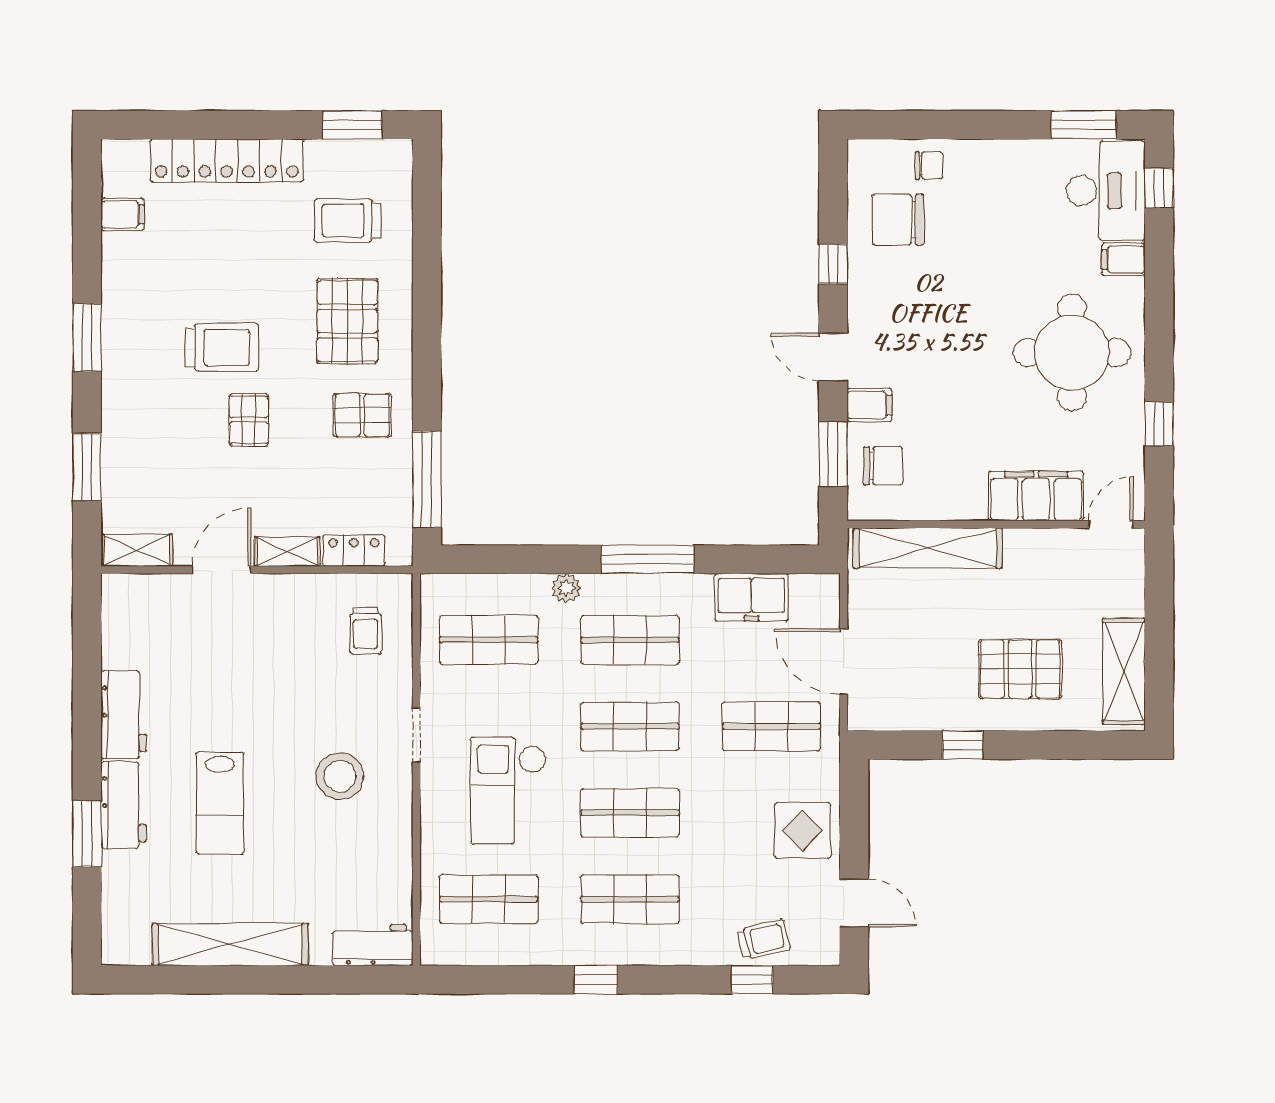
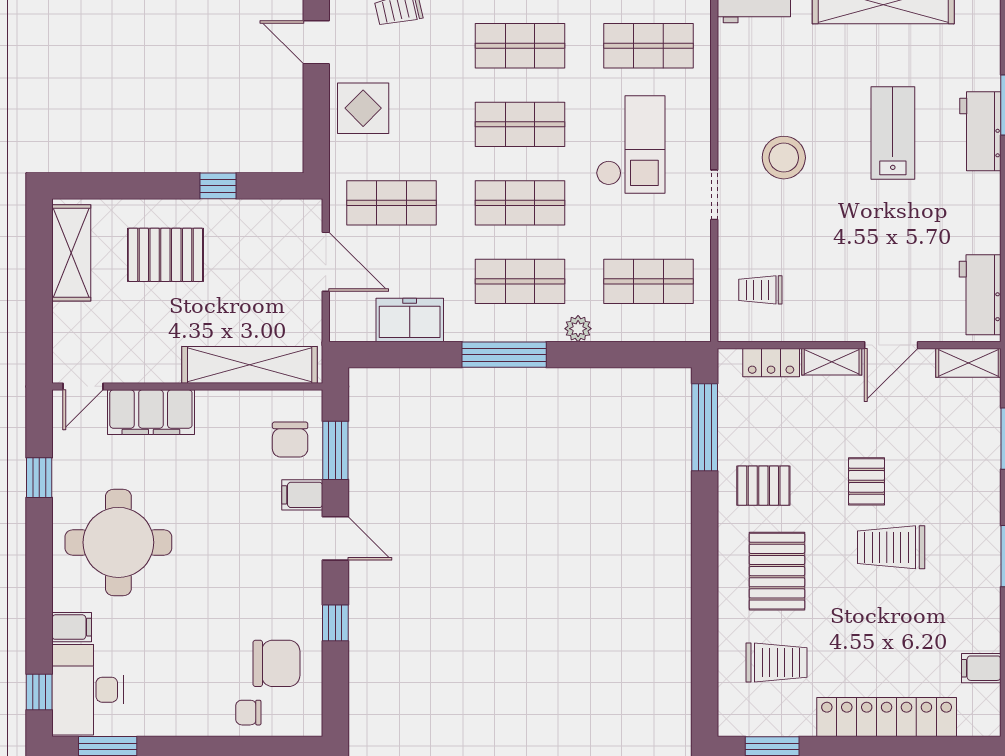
chair: (883, 466) -> (290, 440), turned -90
trolley: (366, 631) -> (760, 290), turned -90
workbench: (124, 715) -> (980, 295), moved

